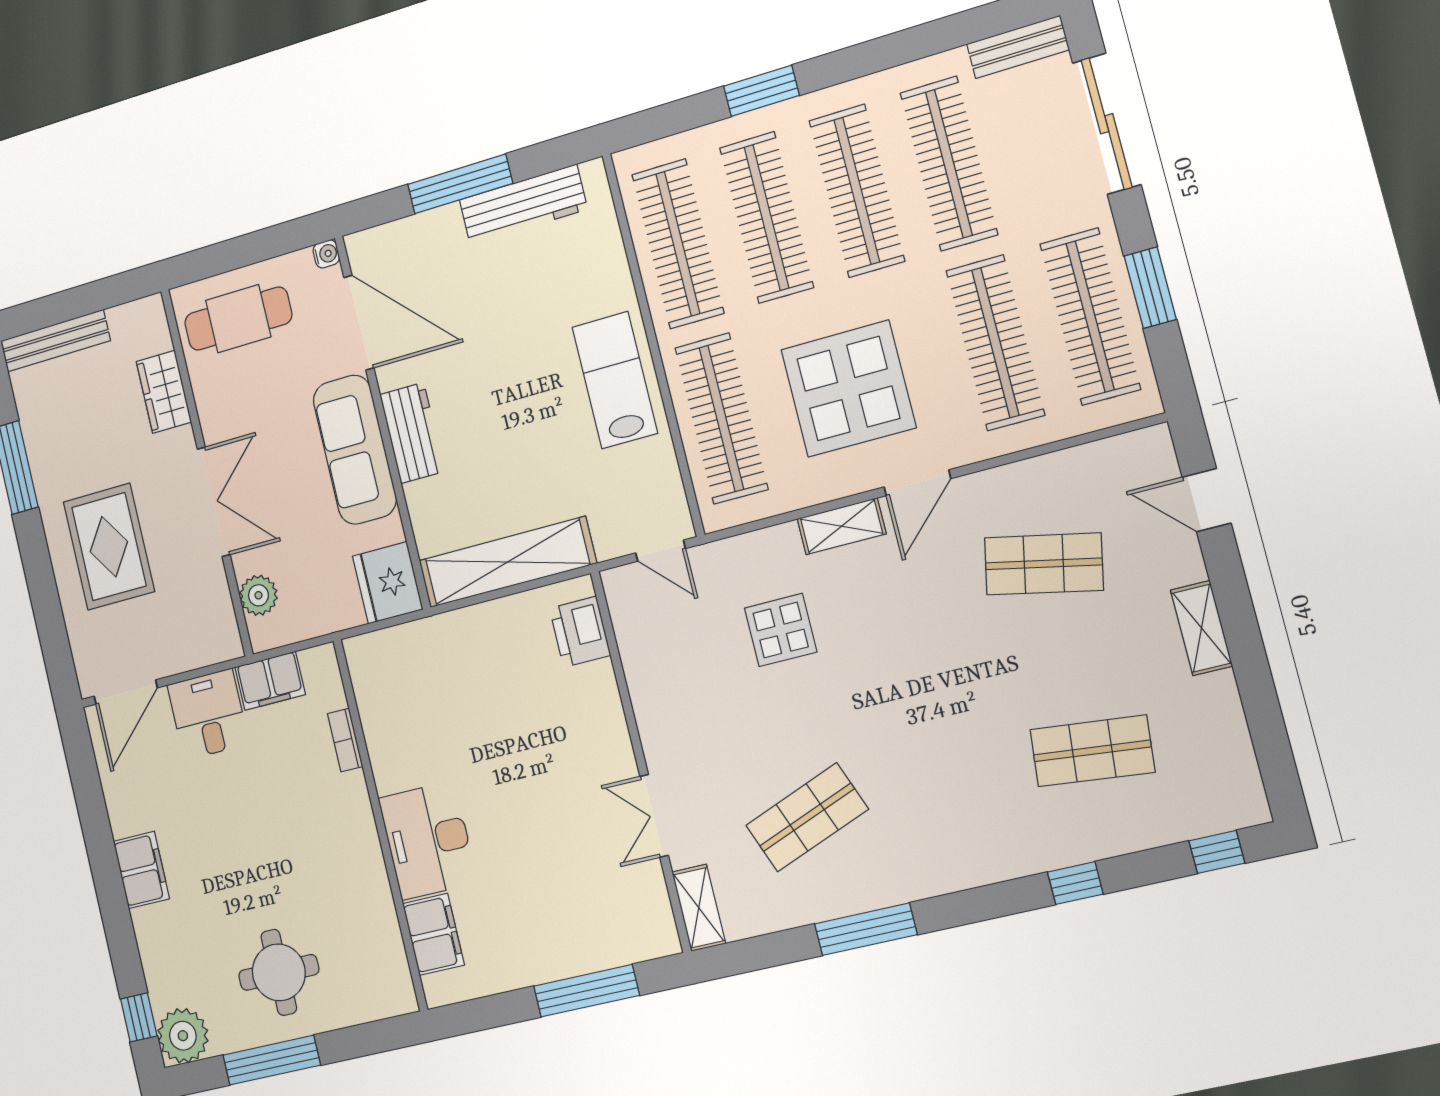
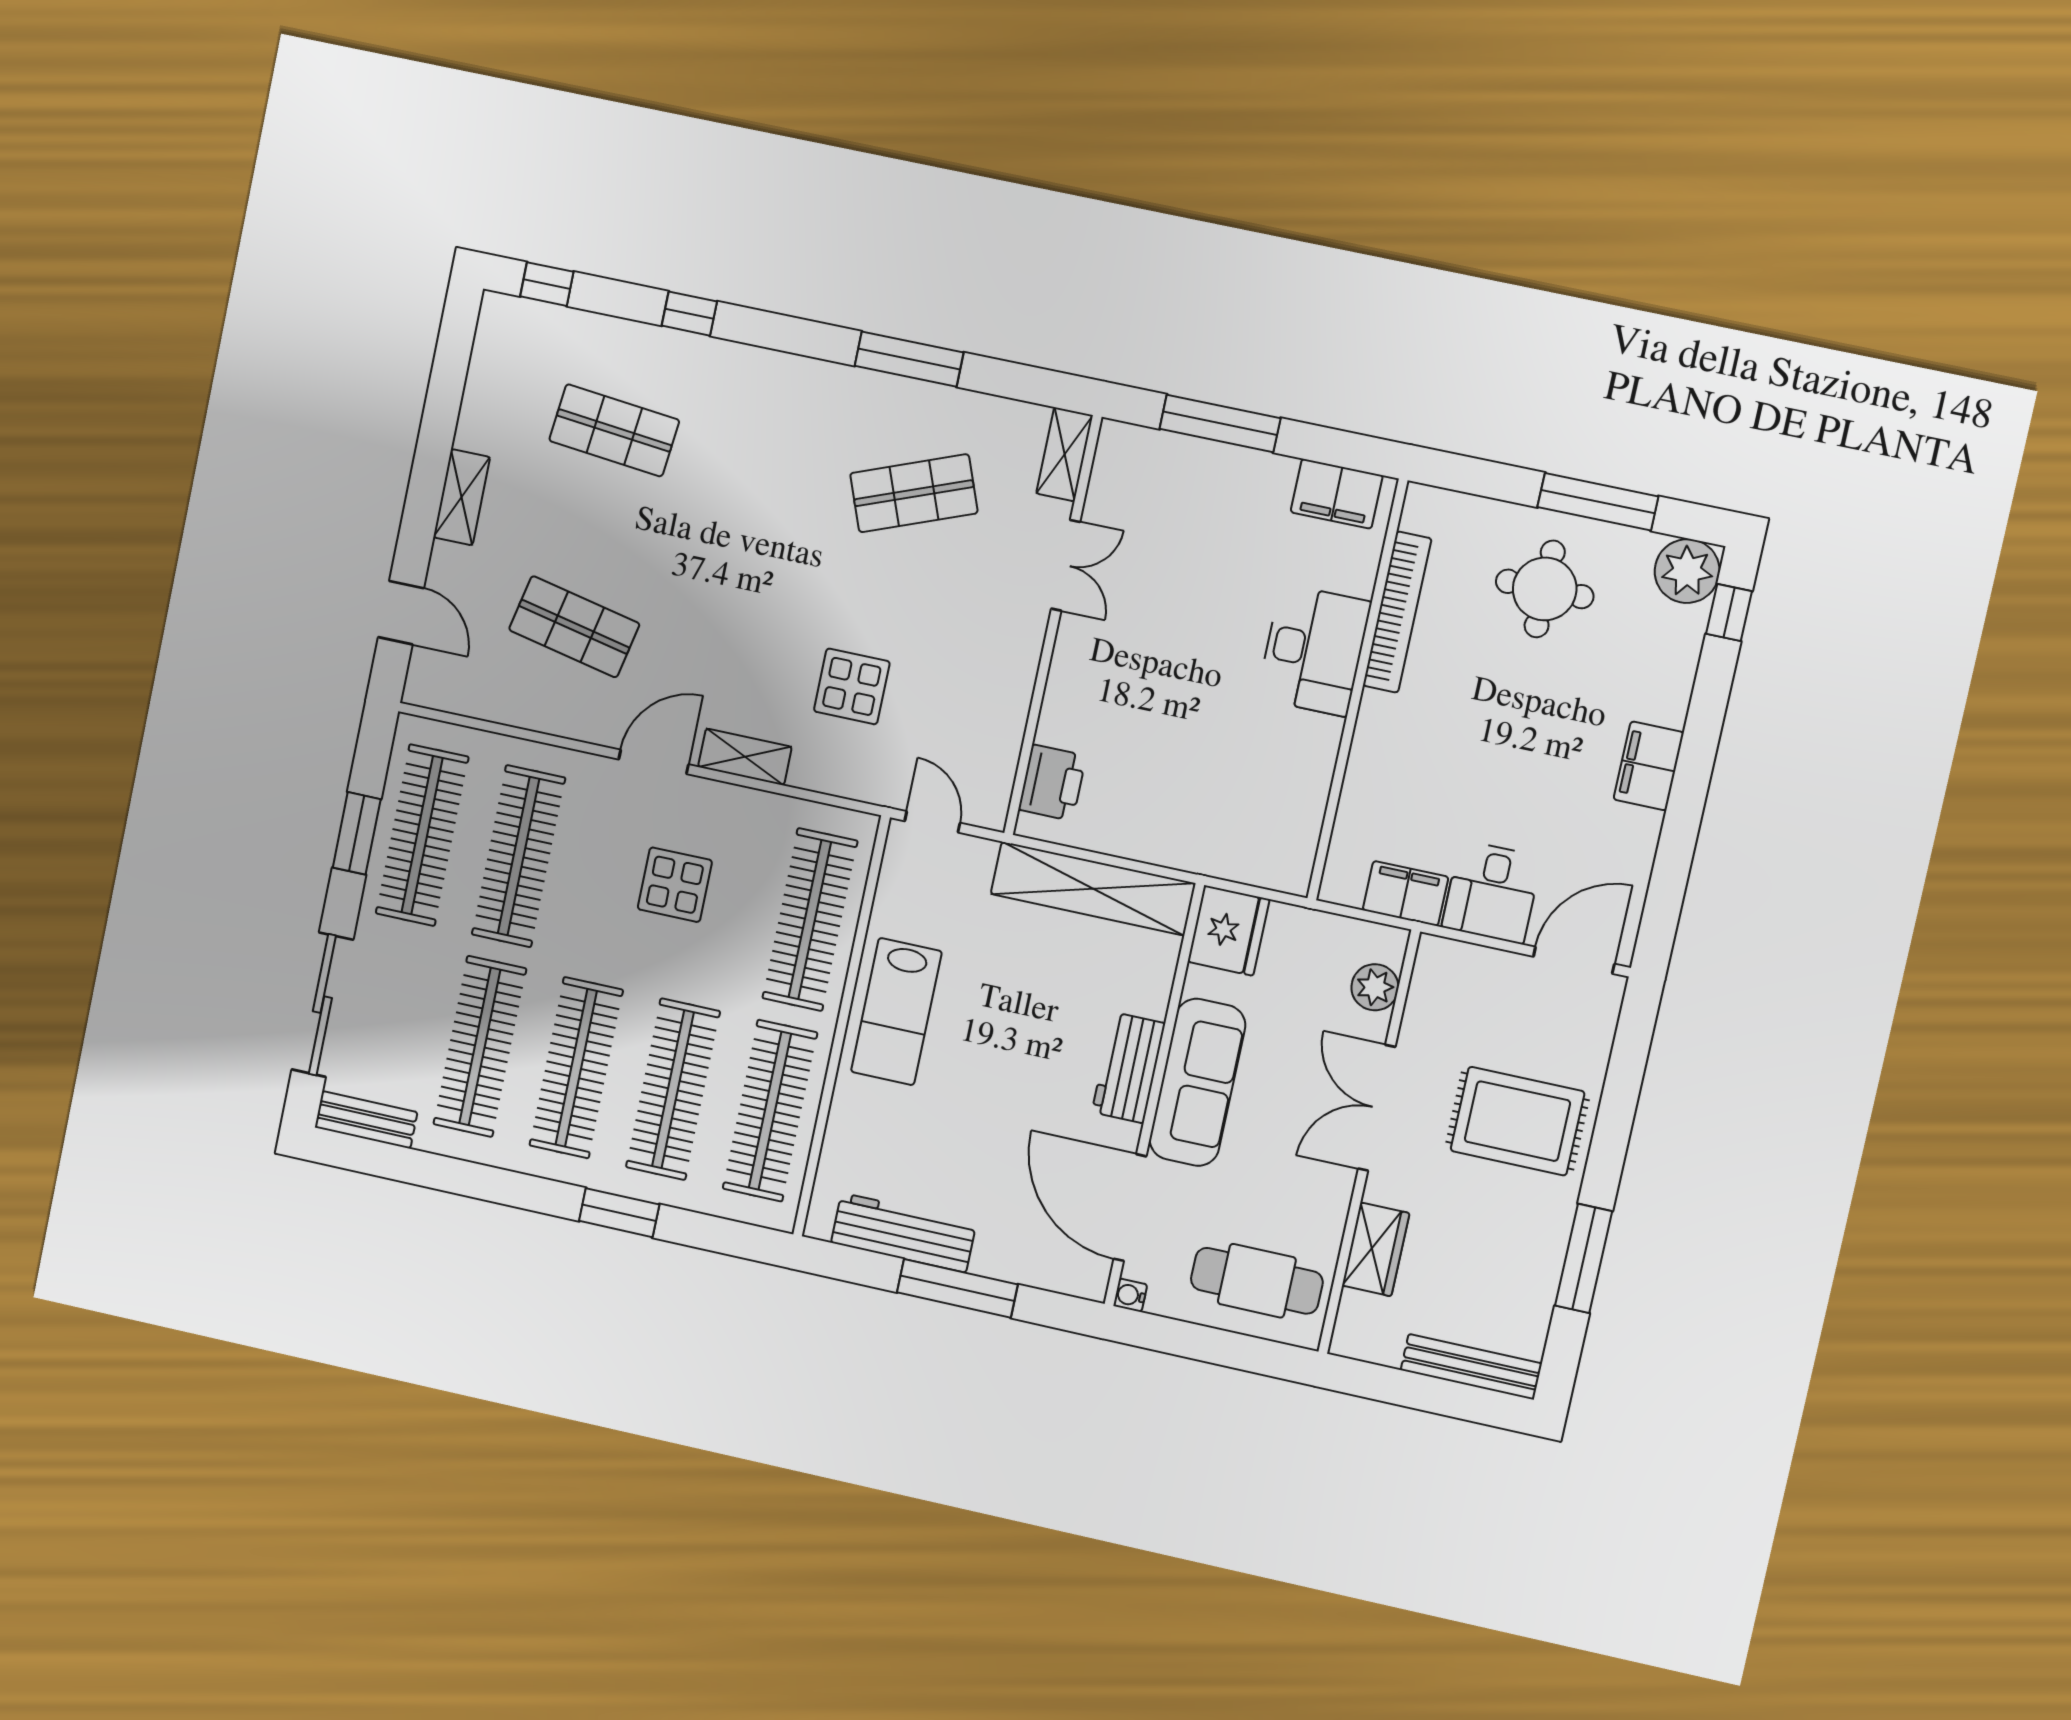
display table: (848, 389) -> (675, 885), width x0.54, depth x0.54
rug: (109, 547) -> (1517, 1121), turned 90
bookcase: (345, 740) -> (1397, 612), moved, width x2.31, depth x1.31
filing cabinet: (433, 934) -> (1337, 494), moved, turned -90

